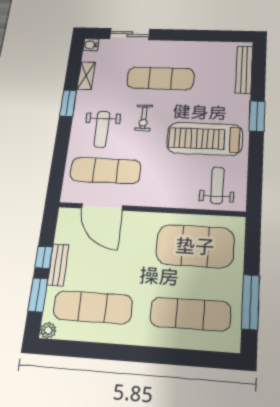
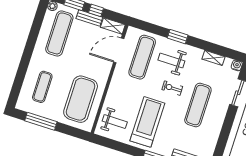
window: (68, 103) -> (178, 37), moved
shelving: (64, 225) -> (113, 26), added
exercise mat: (190, 314) -> (42, 87), width x0.73, depth x0.69

